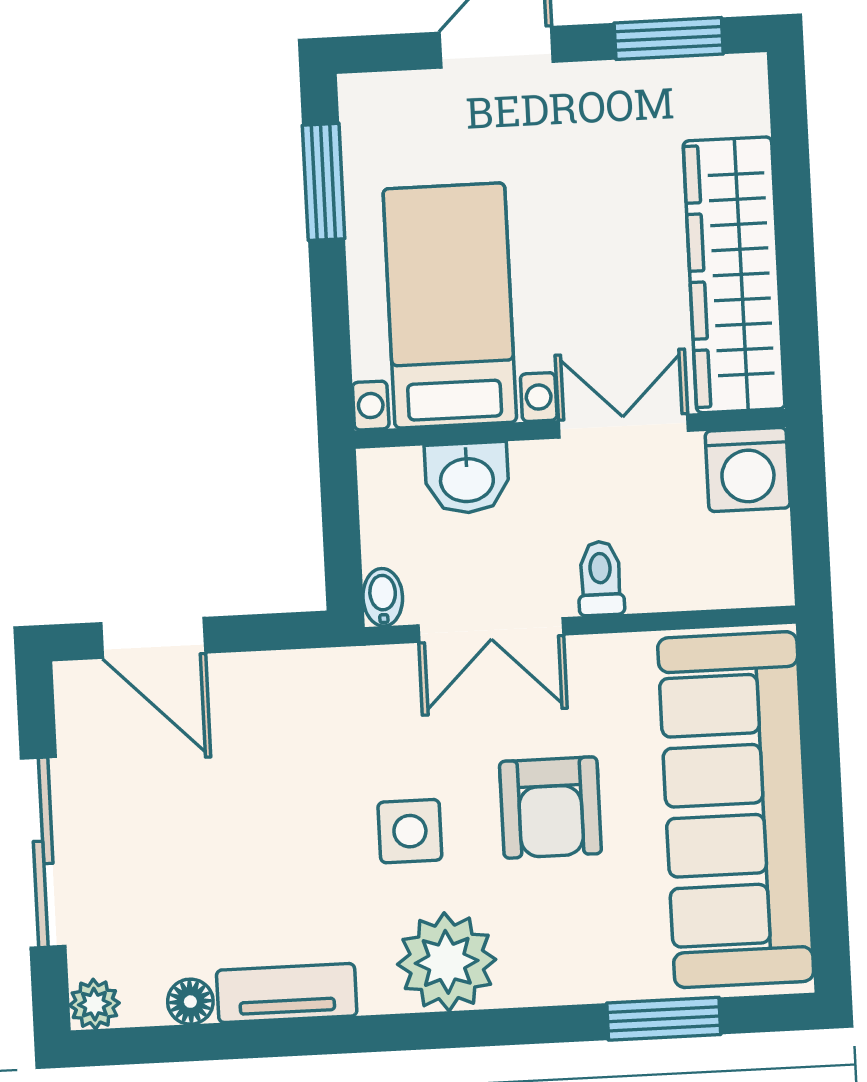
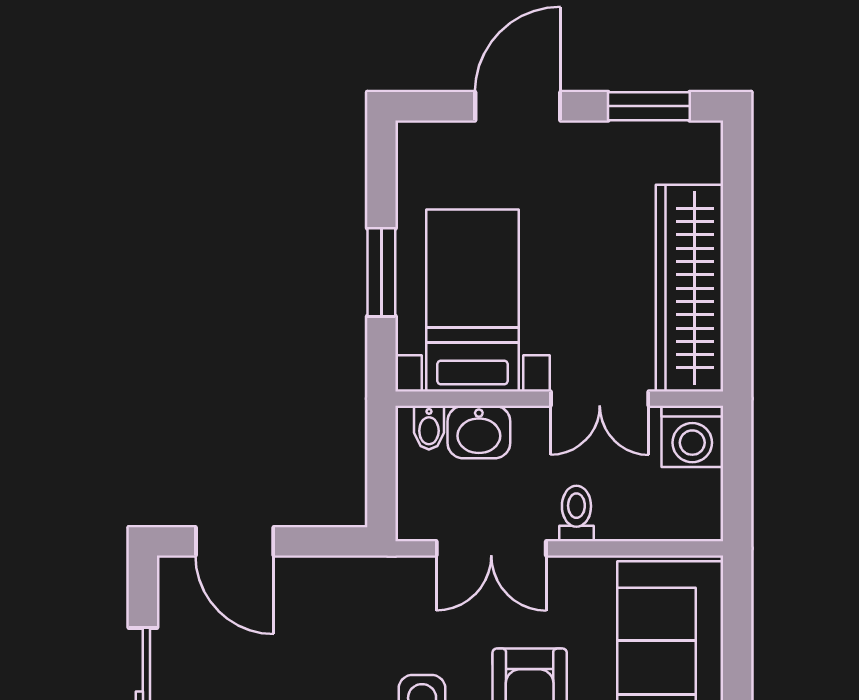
window: (324, 182) -> (381, 272), moved
double door: (623, 426) -> (600, 399), swing flipped
bidet: (383, 597) -> (429, 428), moved, turned 180

